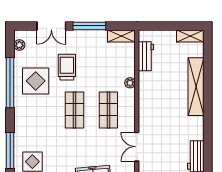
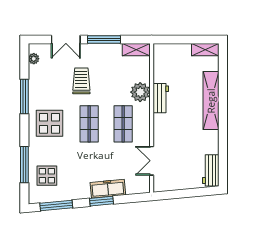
workbench: (146, 56) -> (161, 98), moved
display table: (36, 81) -> (50, 123), moved
window: (10, 83) -> (24, 97), width x0.68
plant: (130, 83) -> (140, 92), width x1.88, depth x1.88

